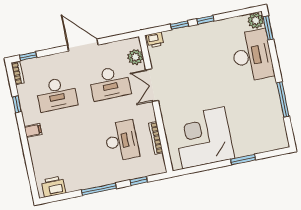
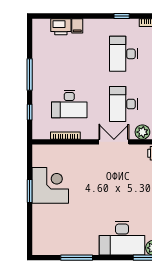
filing cabinet: (33, 130) -> (77, 26), moved
corner desk: (204, 138) -> (50, 185), width x0.74, depth x0.74
window: (243, 160) -> (30, 191), moved
printer: (53, 187) -> (61, 27), moved, turned 90

